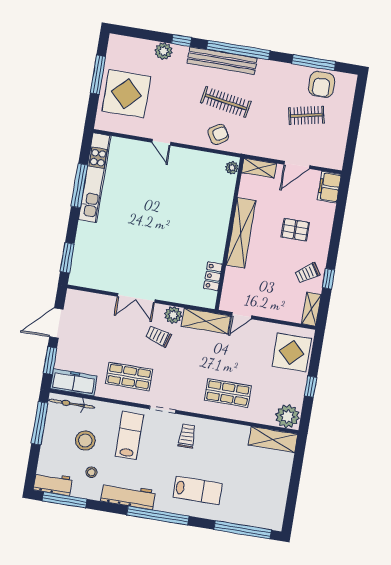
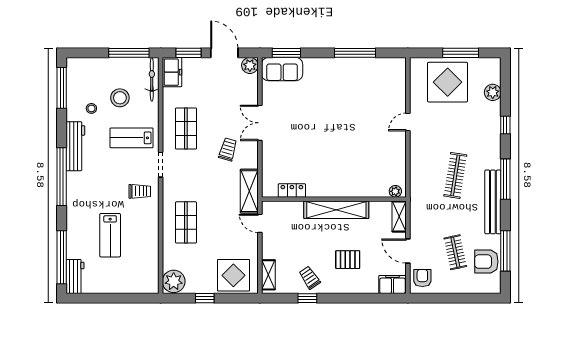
window: (238, 50) -> (505, 179), width x0.68
plant: (164, 51) -> (493, 92), moved
bench: (222, 61) -> (493, 202), moved
armchair: (218, 134) -> (422, 278), moved, turned -149
kitchen unit: (95, 178) -> (365, 66), removed
pallet: (295, 230) -> (348, 260), turned 90
sofa: (84, 265) -> (282, 69), added
shelving: (311, 309) -> (268, 275), moved, turned 90
plant: (173, 315) -> (250, 65), moved
freezer: (74, 382) -> (172, 72), width x0.71
lab bench: (129, 435) -> (132, 138), turned 180
shelving: (273, 440) -> (150, 272), removed
workbench: (53, 484) -> (75, 276), moved
lab bench: (198, 490) -> (110, 235), moved

